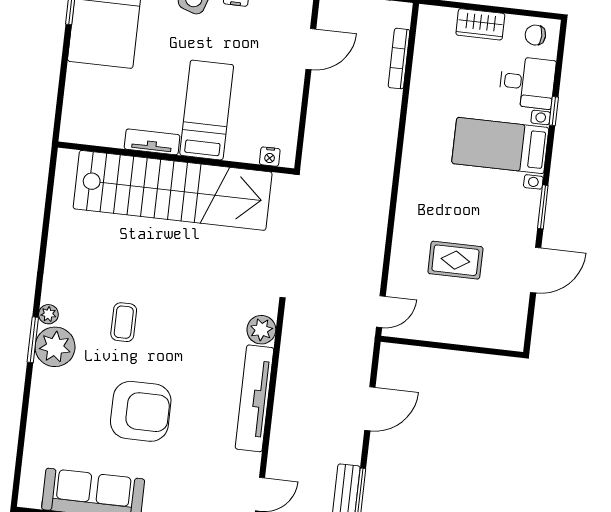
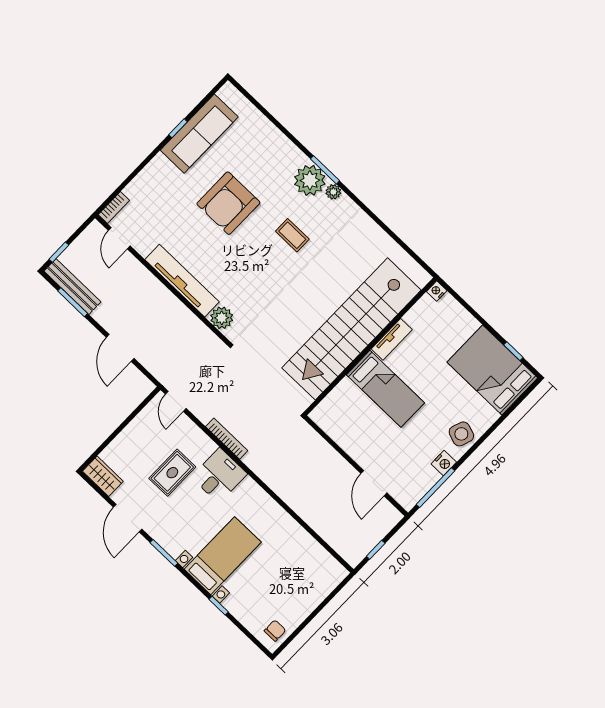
wardrobe: (480, 24) -> (103, 476), moved, turned 90
bookcase: (399, 59) -> (227, 439), moved
desk: (527, 82) -> (219, 476), moved, turned 180
nightstand: (270, 157) -> (437, 291), moved

